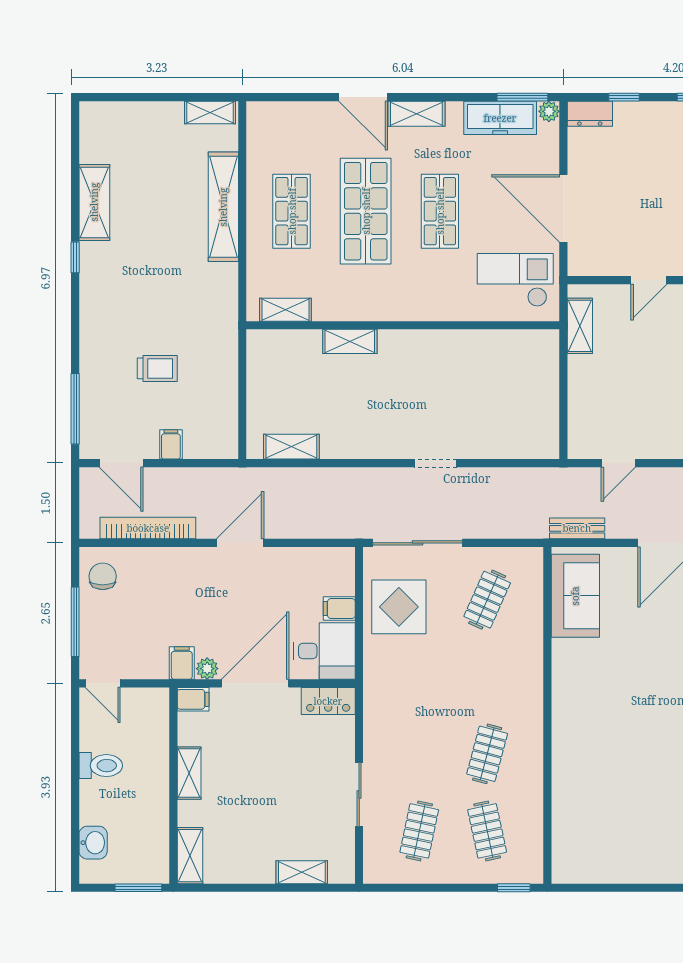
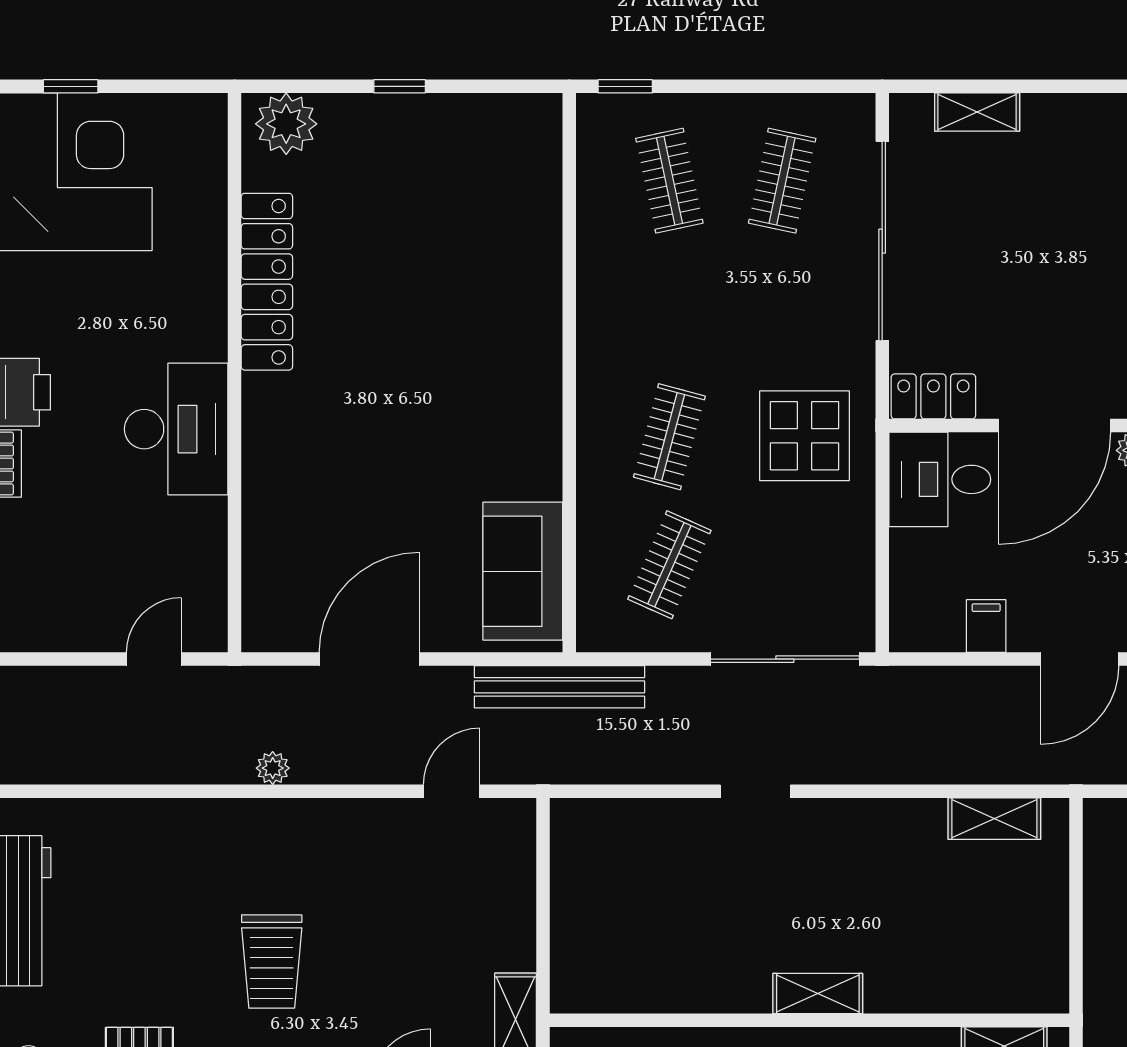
shelving: (350, 341) -> (818, 994), moved
bench: (577, 528) -> (560, 687), width x1.86, depth x1.21
display table: (399, 607) -> (805, 436), moved
filing cabinet: (339, 608) -> (986, 626), moved, turned -90
clothes rail: (487, 754) -> (669, 437), moved
sliding door: (359, 795) -> (882, 241), width x1.86
window: (650, 888) -> (400, 86), added

